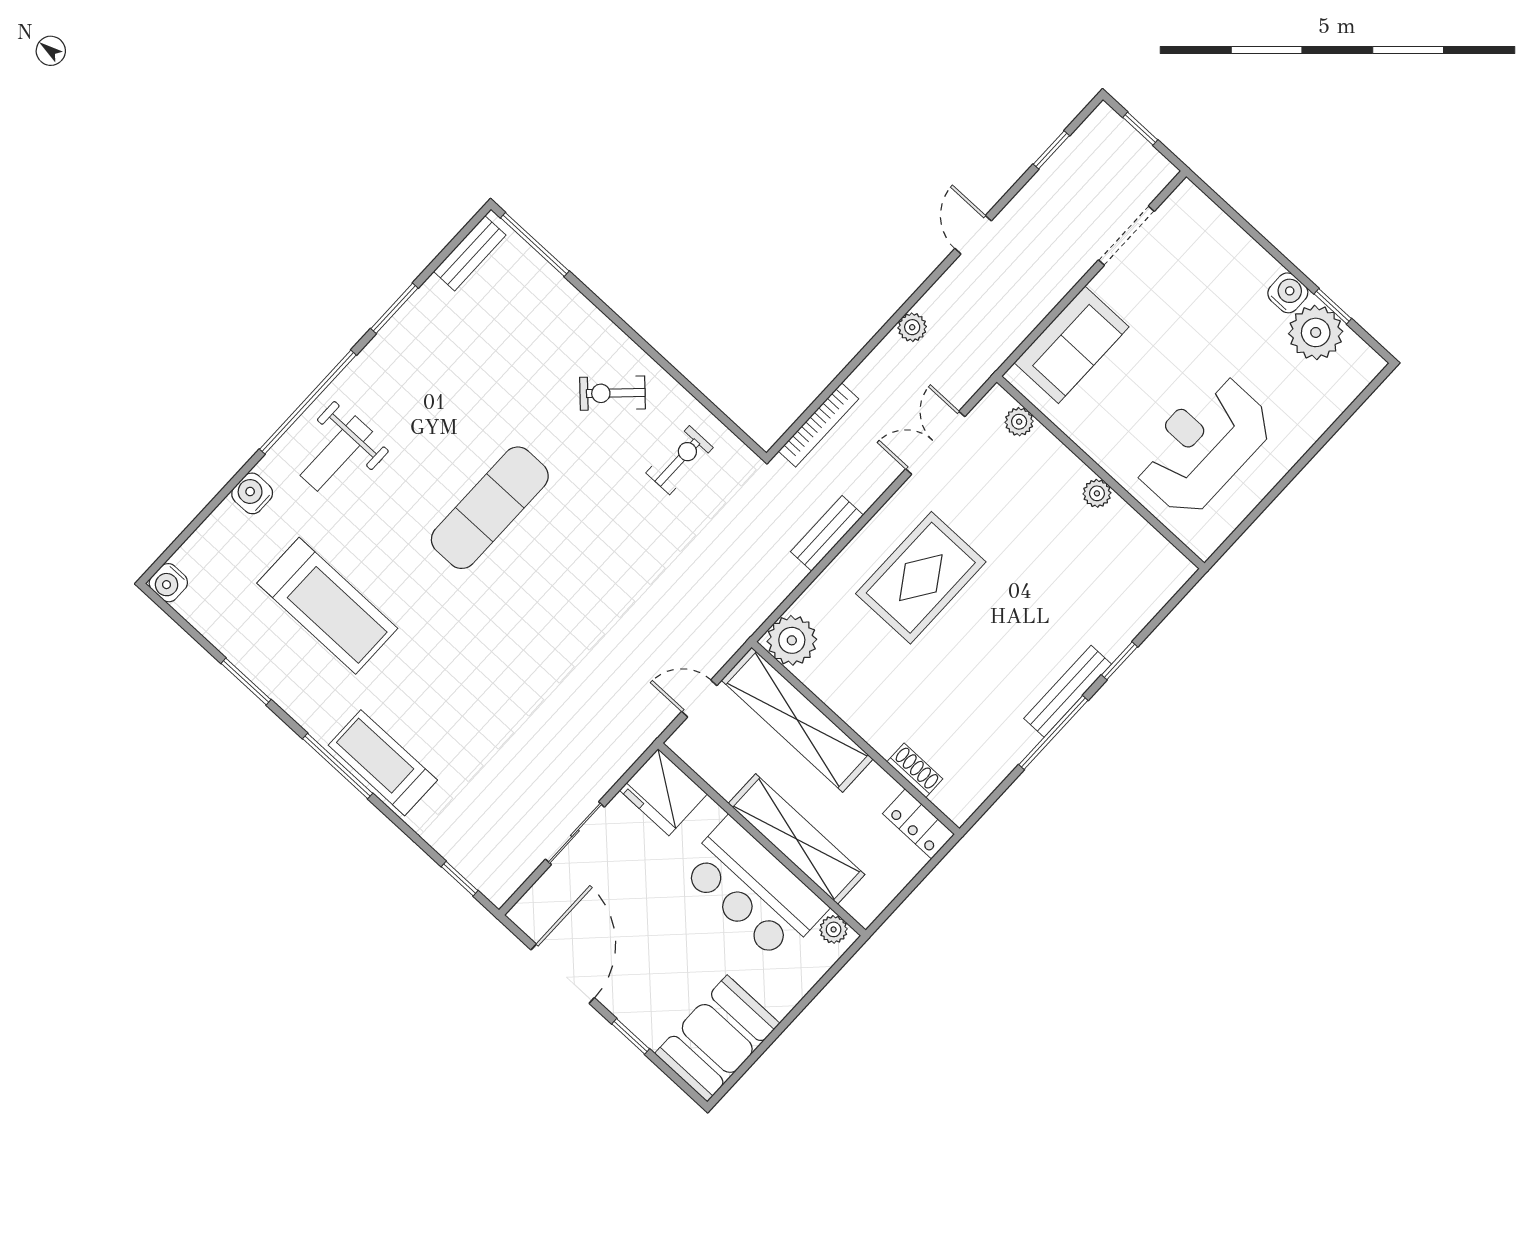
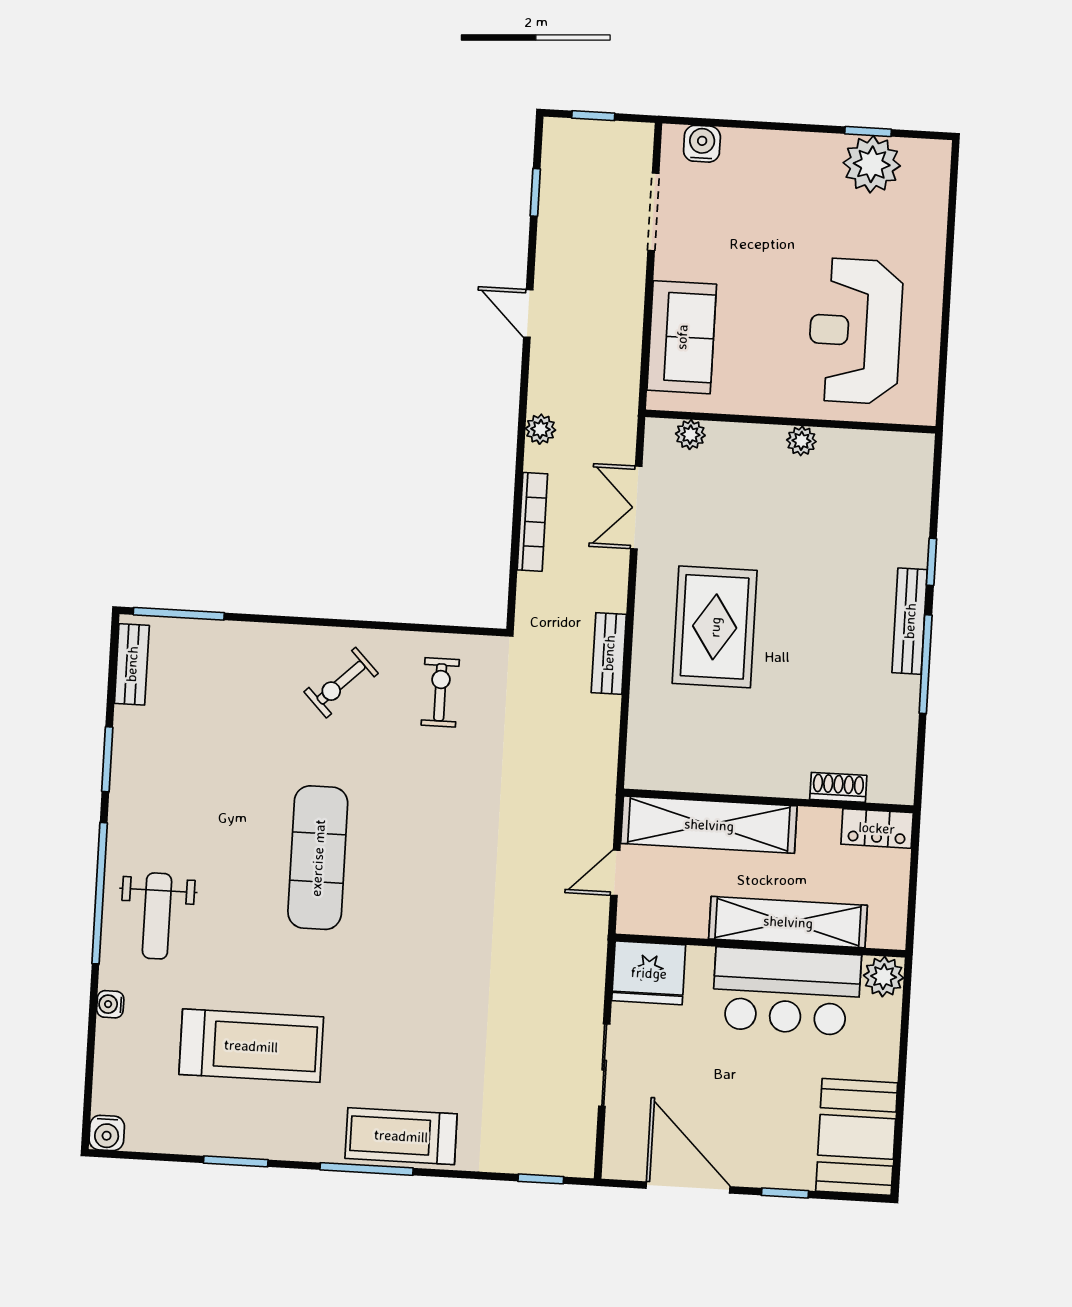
water cooler: (1288, 293) -> (702, 144), moved
bookcase: (819, 425) -> (532, 522), moved
water cooler: (252, 493) -> (110, 1004), width x0.72, depth x0.72
plant: (792, 640) -> (652, 764), removed
plant: (834, 929) -> (884, 977), width x1.38, depth x1.38

